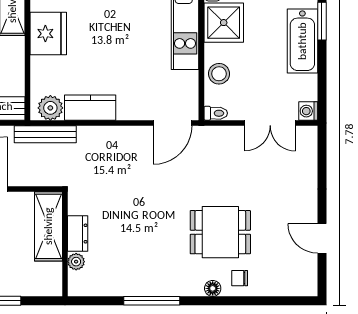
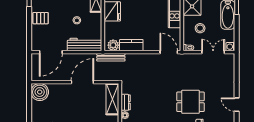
stool: (219, 74) -> (200, 28), moved
door: (172, 123) -> (169, 52), swing flipped
double door: (270, 123) -> (213, 52), swing flipped

